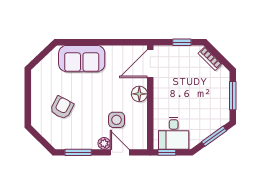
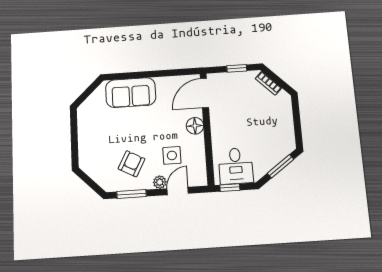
window: (233, 96) -> (297, 121), removed
armchair: (62, 108) -> (131, 164), moved
door: (120, 152) -> (178, 191), hinge flipped

